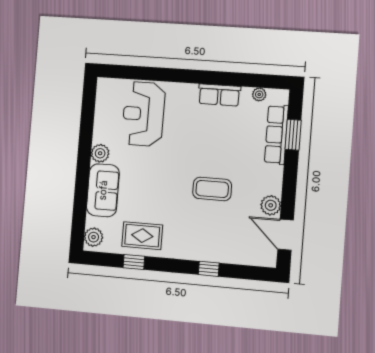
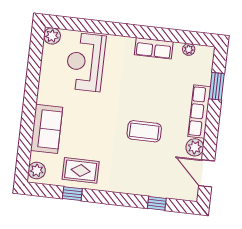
row of seats: (276, 135) -> (199, 112), moved
plant: (100, 153) -> (52, 36), moved
window: (209, 269) -> (157, 203), moved

